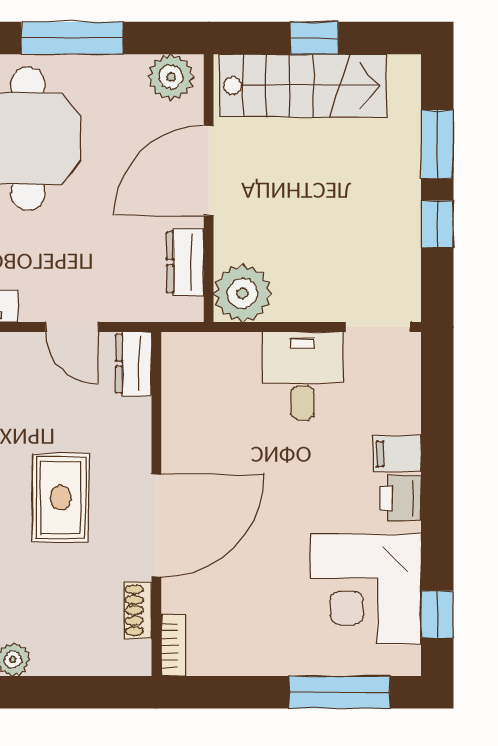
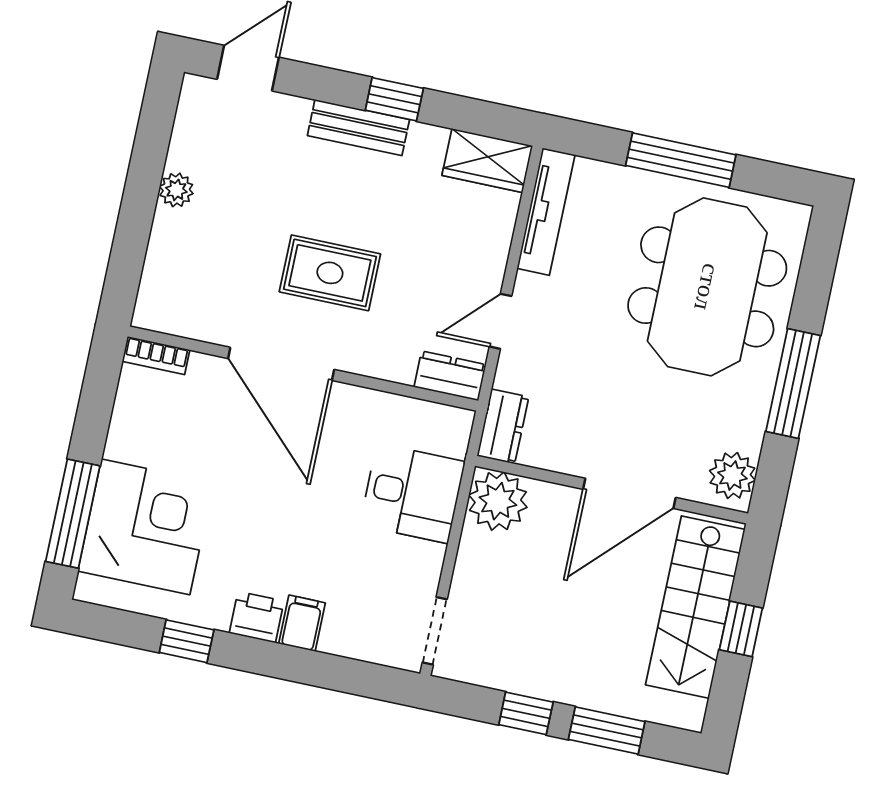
door: (209, 171) -> (629, 493), swing flipped
dresser: (185, 262) -> (503, 426), moved, turned 90
desk: (303, 376) -> (412, 493), moved
corner desk: (366, 589) -> (146, 527), moved, turned 90
shoe rack: (138, 610) -> (199, 327), removed
window: (437, 614) -> (187, 641), moved

